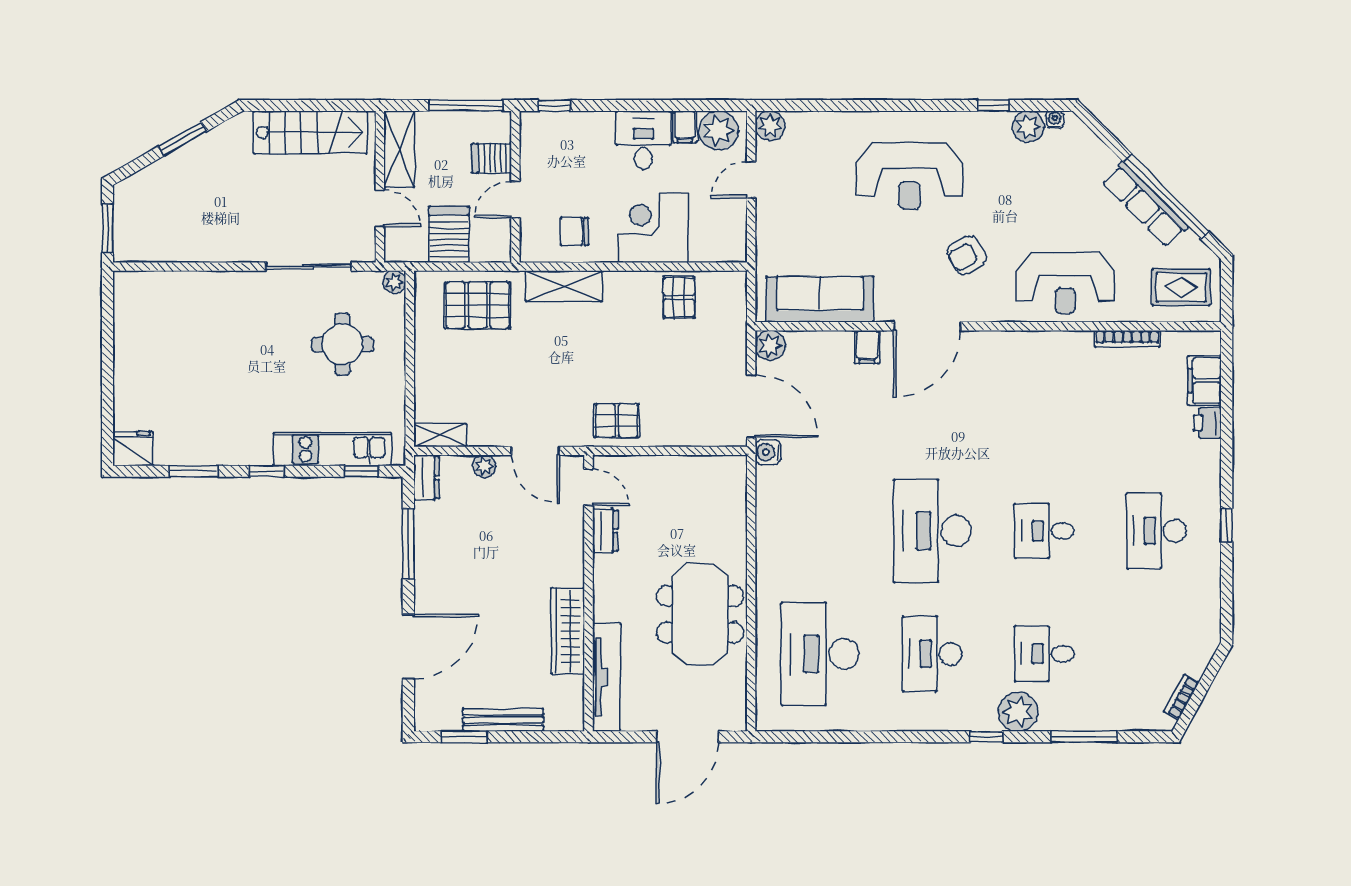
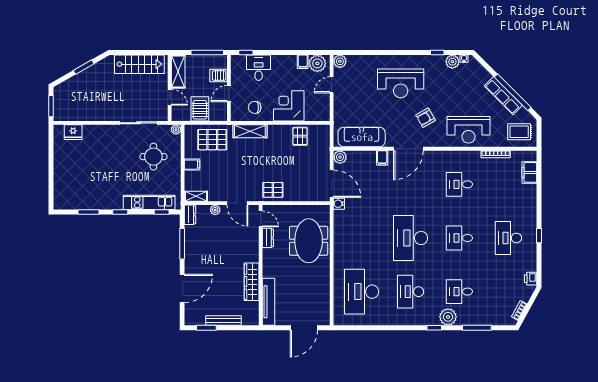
desk: (643, 140) -> (259, 68), moved
filing cabinet: (431, 363) -> (192, 165), added
desk: (1044, 408) -> (459, 184), added
printer: (1207, 423) -> (531, 279), moved
fridge: (133, 449) -> (73, 132), moved, turned 180
meeting table: (700, 614) -> (309, 241), moved

